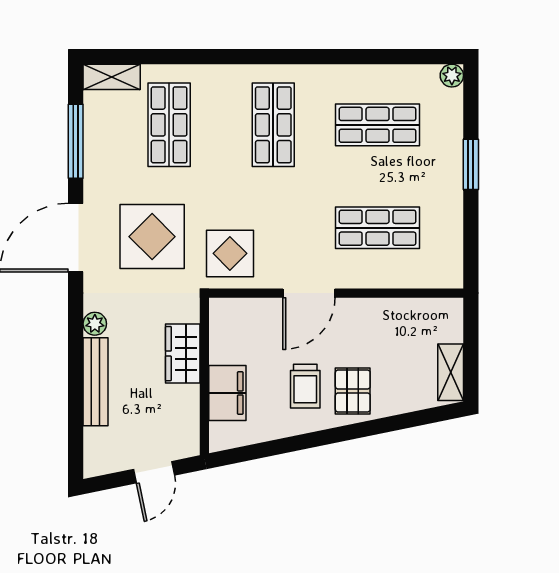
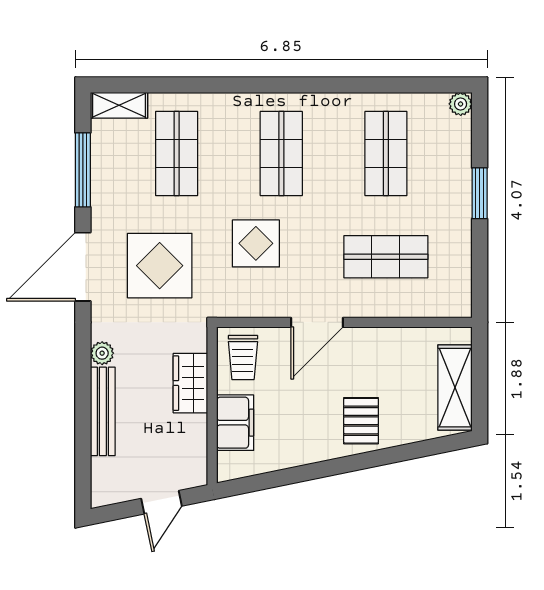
shop shelf: (378, 125) -> (386, 153), turned 90
display table: (230, 253) -> (256, 243), moved
shelving: (451, 372) -> (455, 388), width x1.50, depth x1.33
trolley: (305, 386) -> (243, 357), moved

